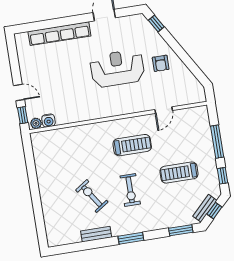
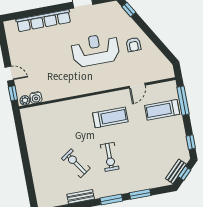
window: (217, 142) -> (183, 101), moved
treadmill: (179, 173) -> (162, 110), moved
window: (181, 230) -> (140, 194), moved

